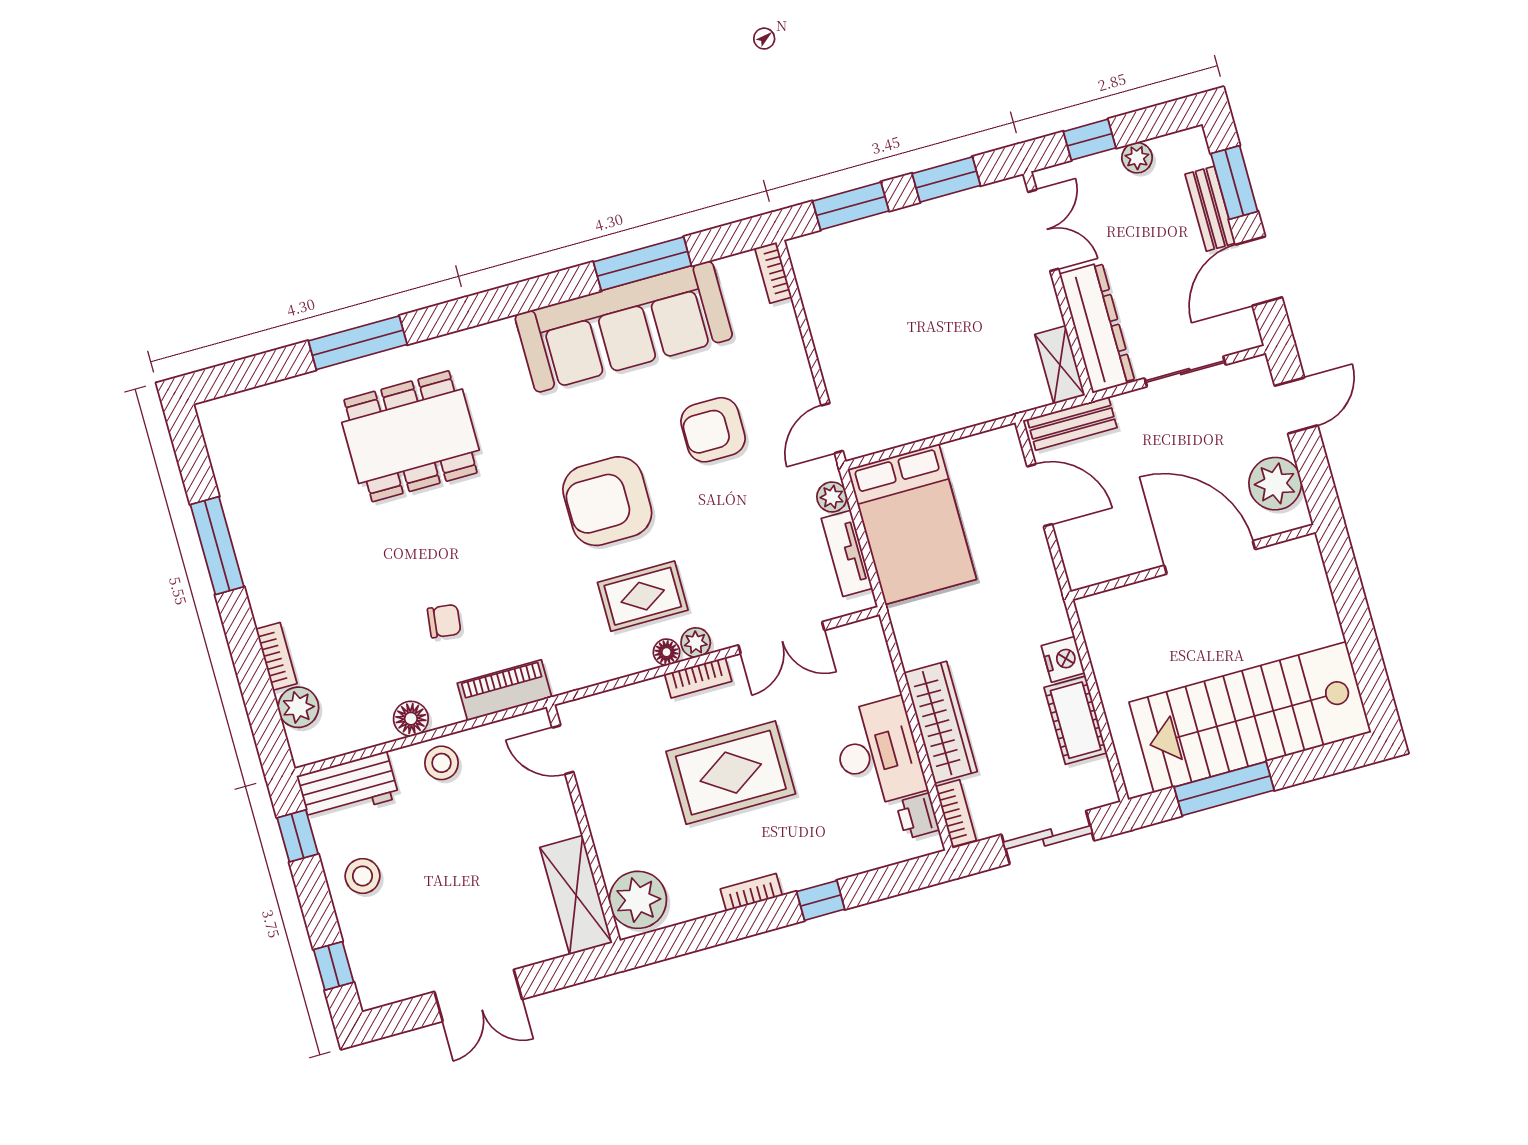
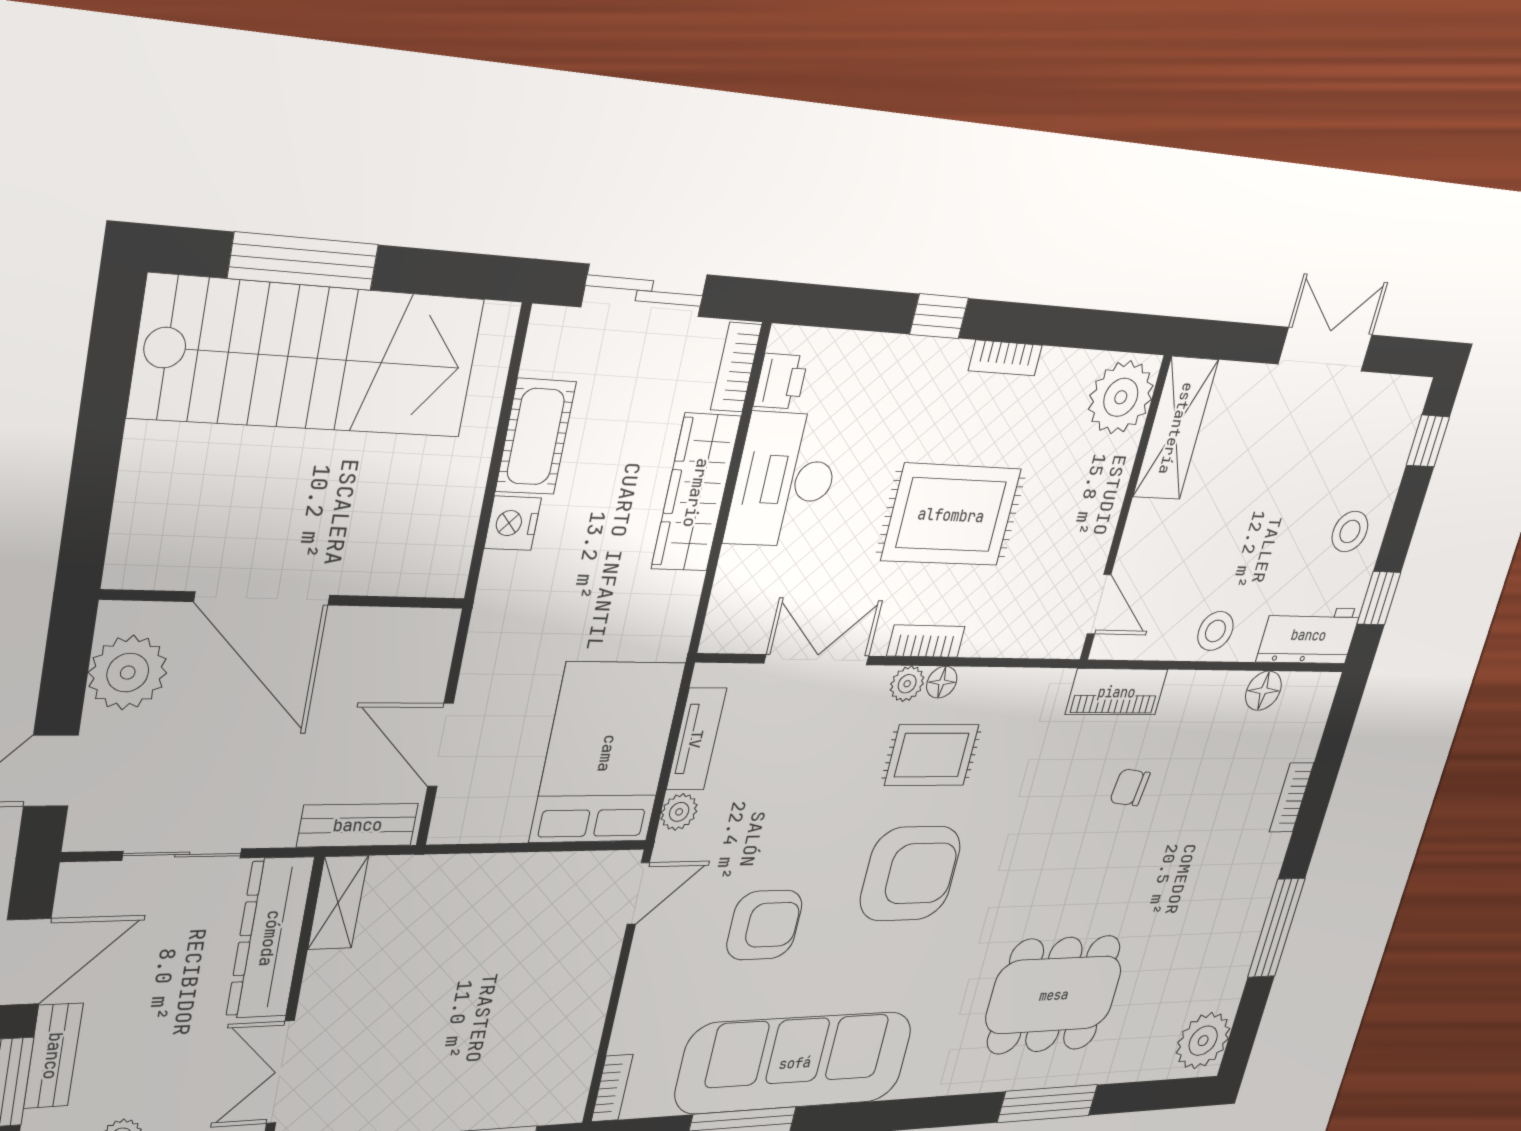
plant: (298, 707) -> (1203, 1041), moved, width x1.36, depth x1.36
floor lamp: (411, 719) -> (1263, 691), moved
window: (1224, 789) -> (303, 261), moved

